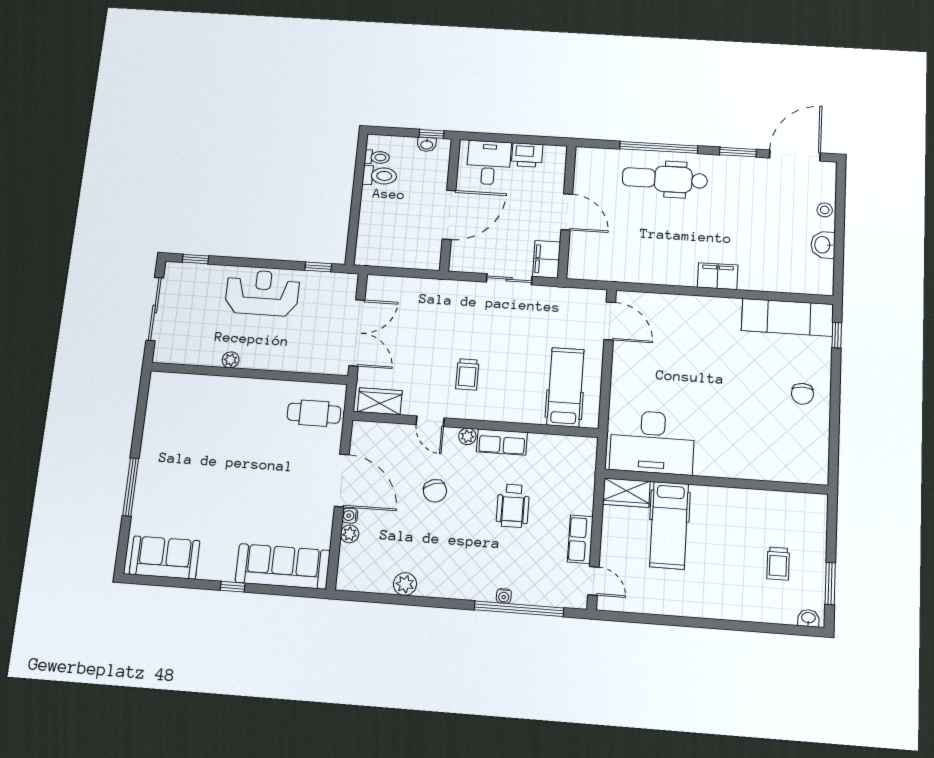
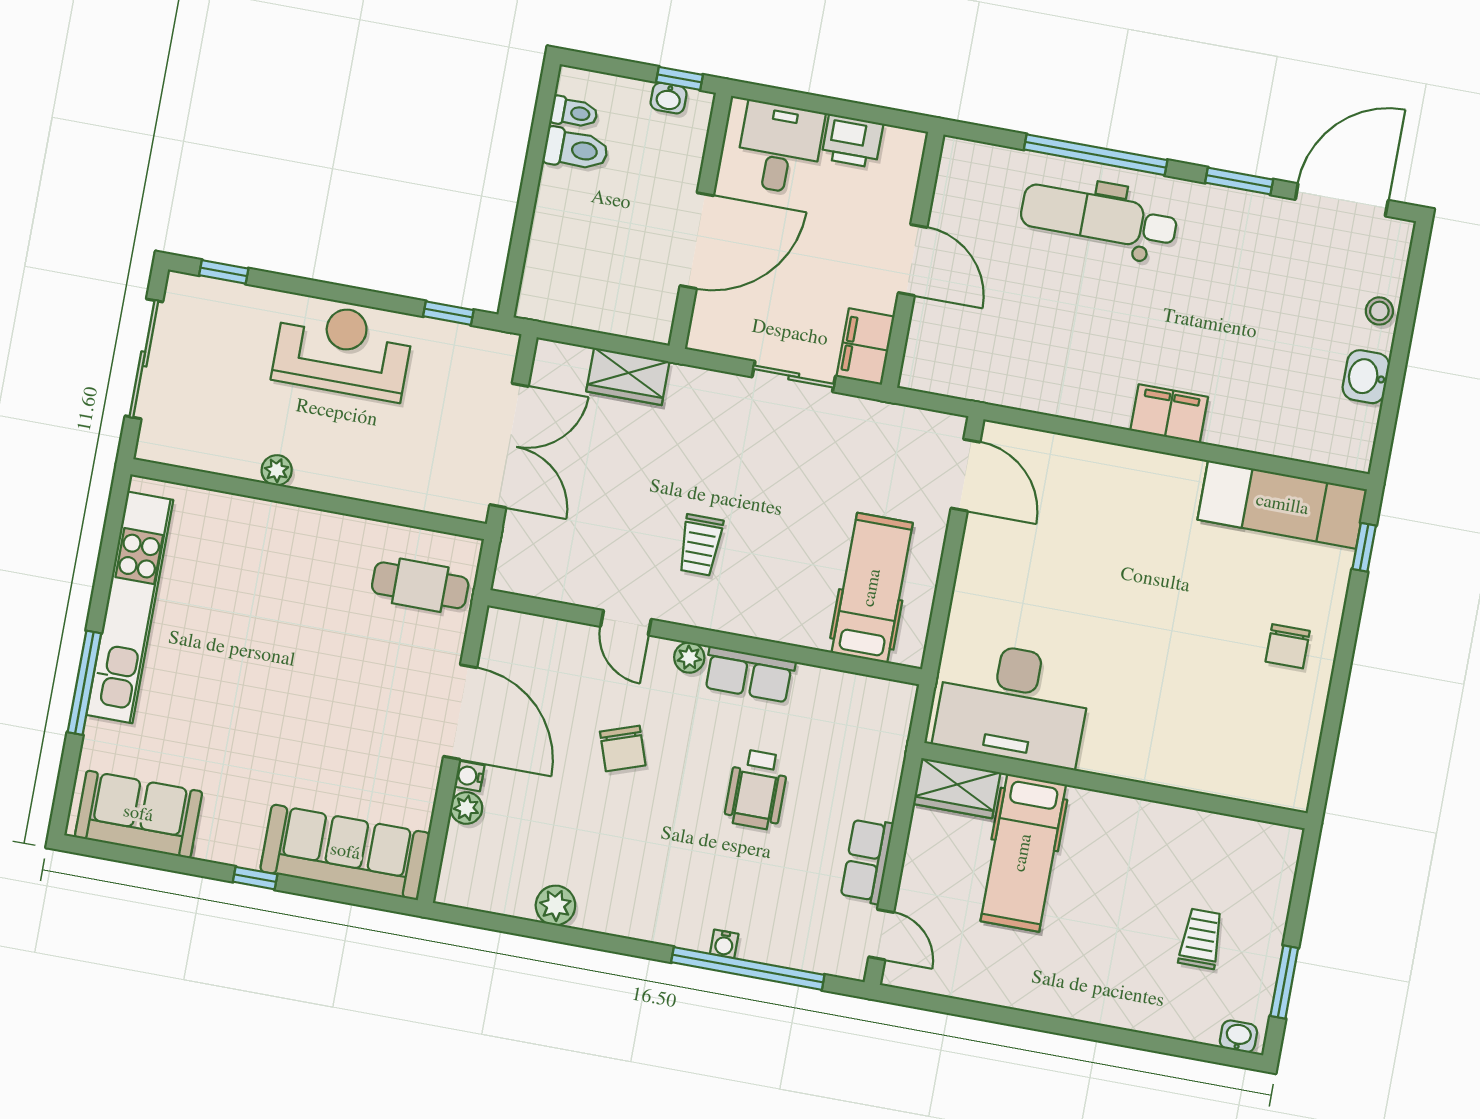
wardrobe: (380, 401) -> (628, 376), moved, turned 180
kitchen unit: (154, 443) -> (130, 607), added
trolley: (778, 564) -> (1201, 939), turned 180

